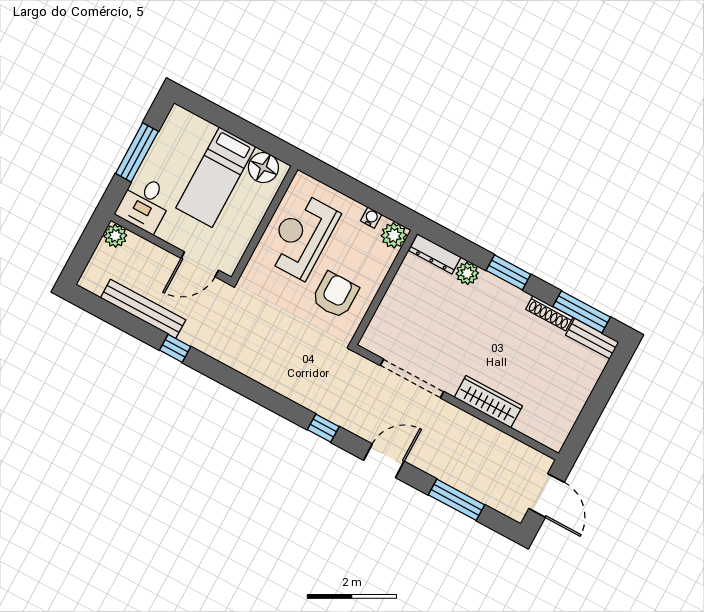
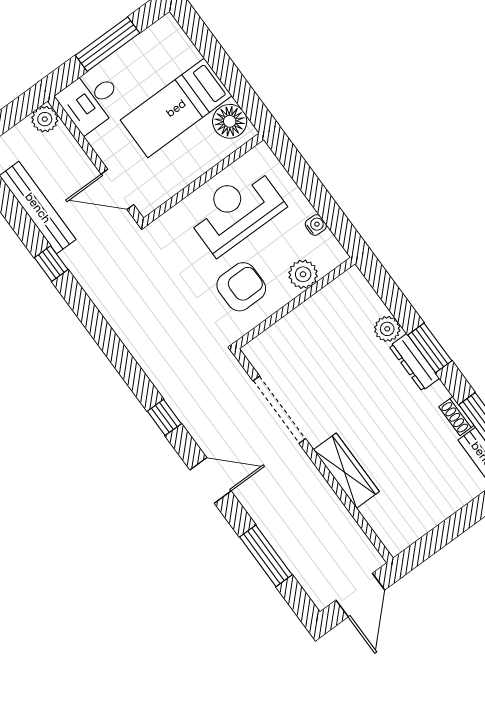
plant: (394, 235) -> (303, 274), moved
dresser: (435, 254) -> (414, 362), moved
shoe rack: (549, 313) -> (456, 416), width x0.70

